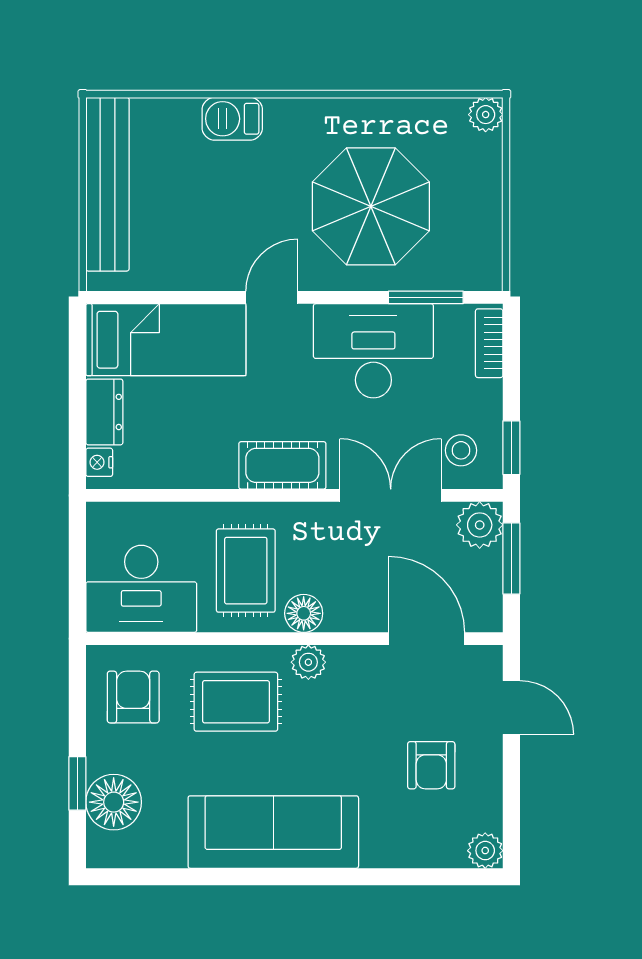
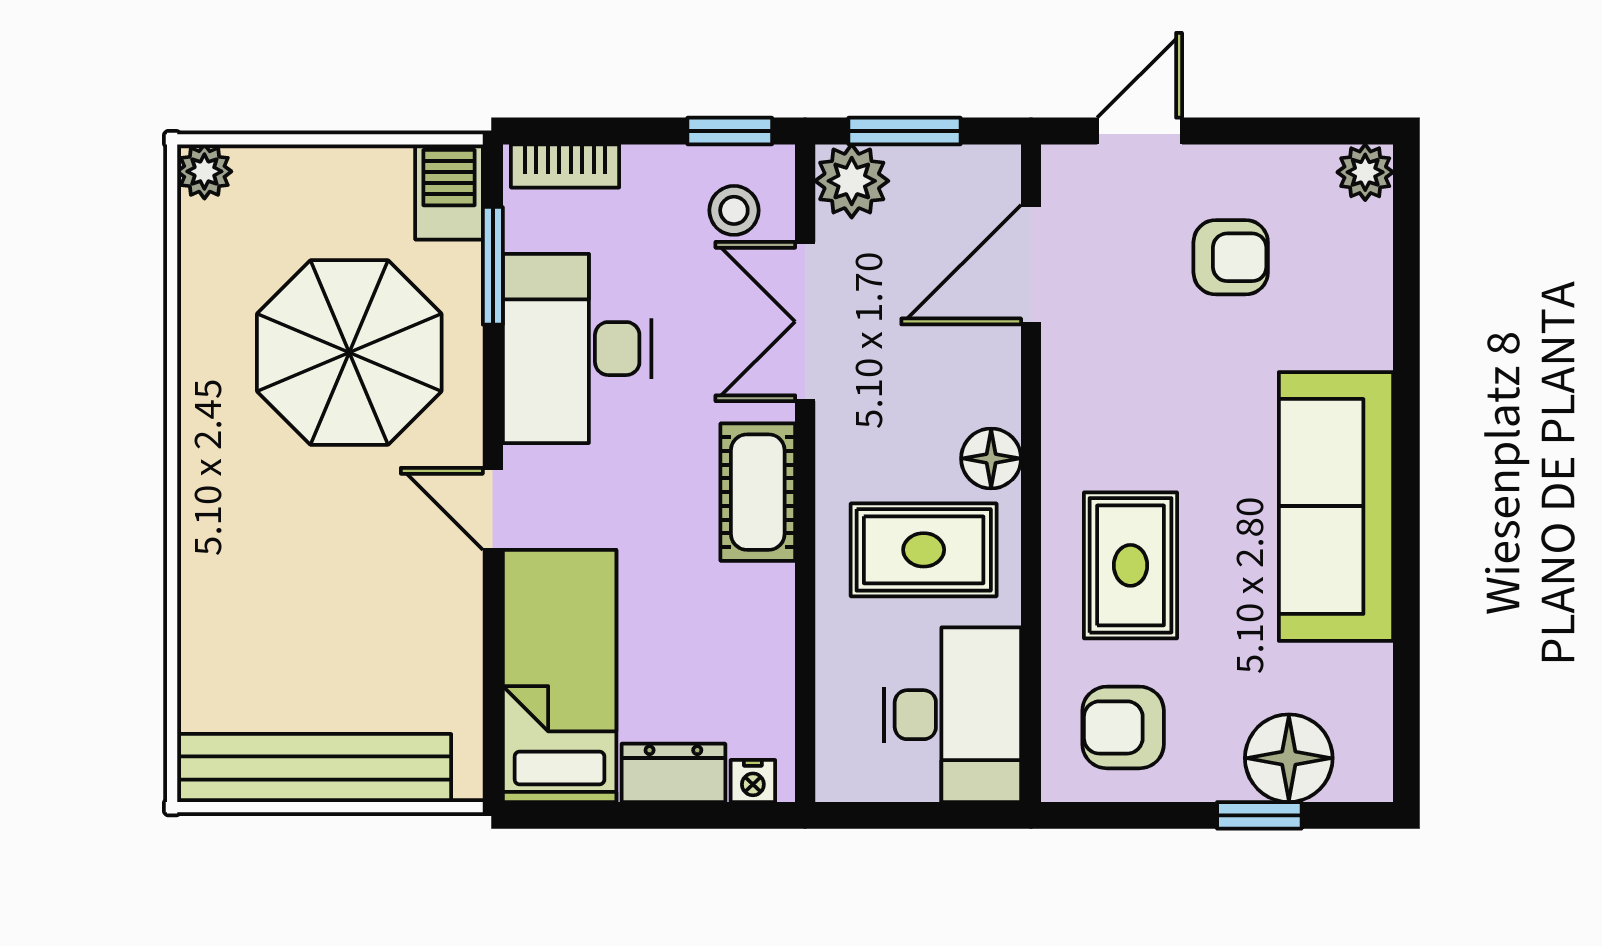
barbecue: (232, 119) -> (449, 192), moved, turned 180
plant: (308, 662) -> (1068, 451), removed

